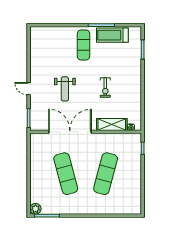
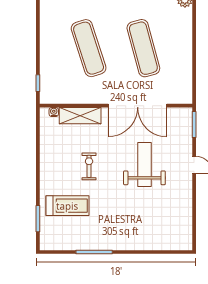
treadmill: (112, 35) -> (67, 206), moved
exercise mat: (83, 45) -> (119, 225), removed
weight bench: (65, 89) -> (144, 165), width x1.36, depth x1.33
exercise mat: (106, 174) -> (89, 48), turned -33

